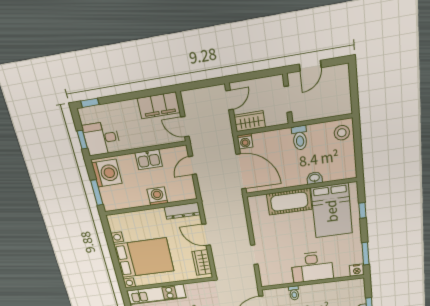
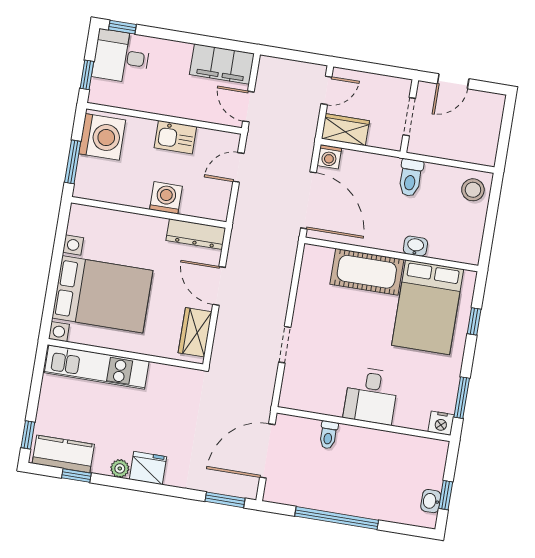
desk: (102, 138) -> (121, 57), moved
desk: (312, 267) -> (371, 396), width x0.73

